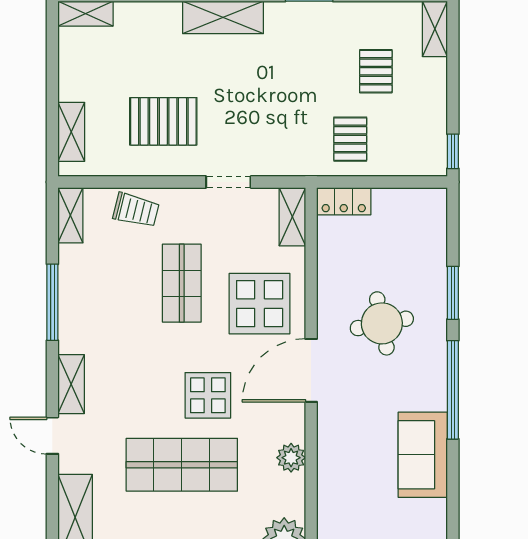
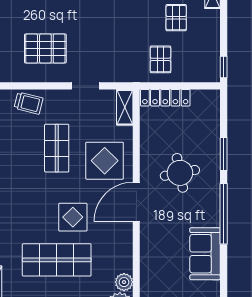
locker: (344, 201) -> (165, 98), width x1.53
plant: (291, 458) -> (124, 282), moved

